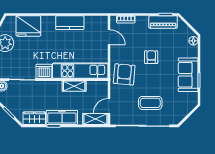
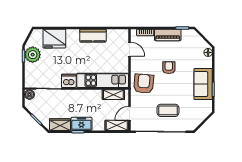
piano: (163, 22) -> (168, 35), moved
shelving: (74, 86) -> (113, 95), moved
freezer: (62, 117) -> (81, 124), width x0.71

